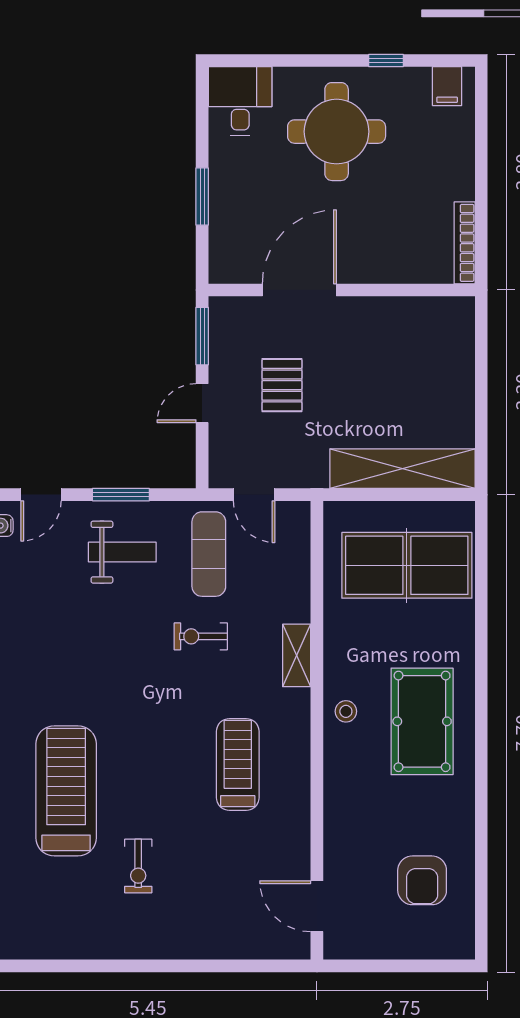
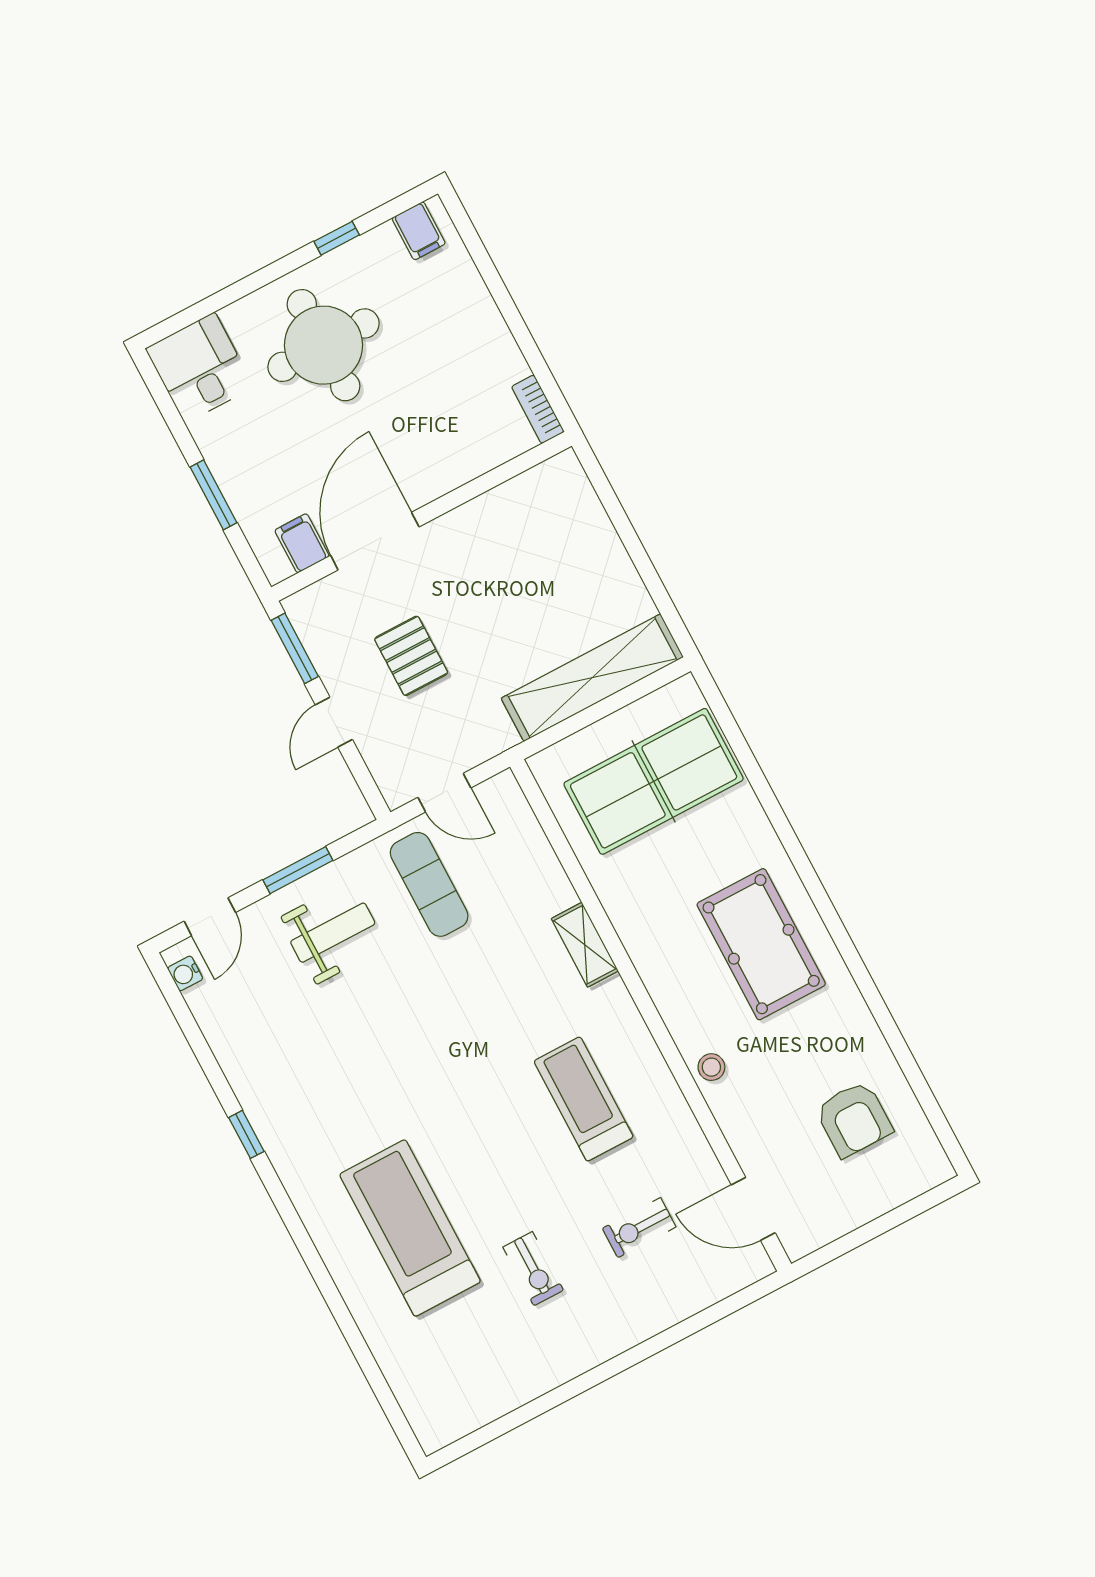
bookcase: (465, 243) -> (538, 409), width x0.64
filing cabinet: (247, 264) -> (302, 543), added
exercise bike: (201, 636) -> (639, 1228), moved
stool: (346, 711) -> (711, 1067), moved

